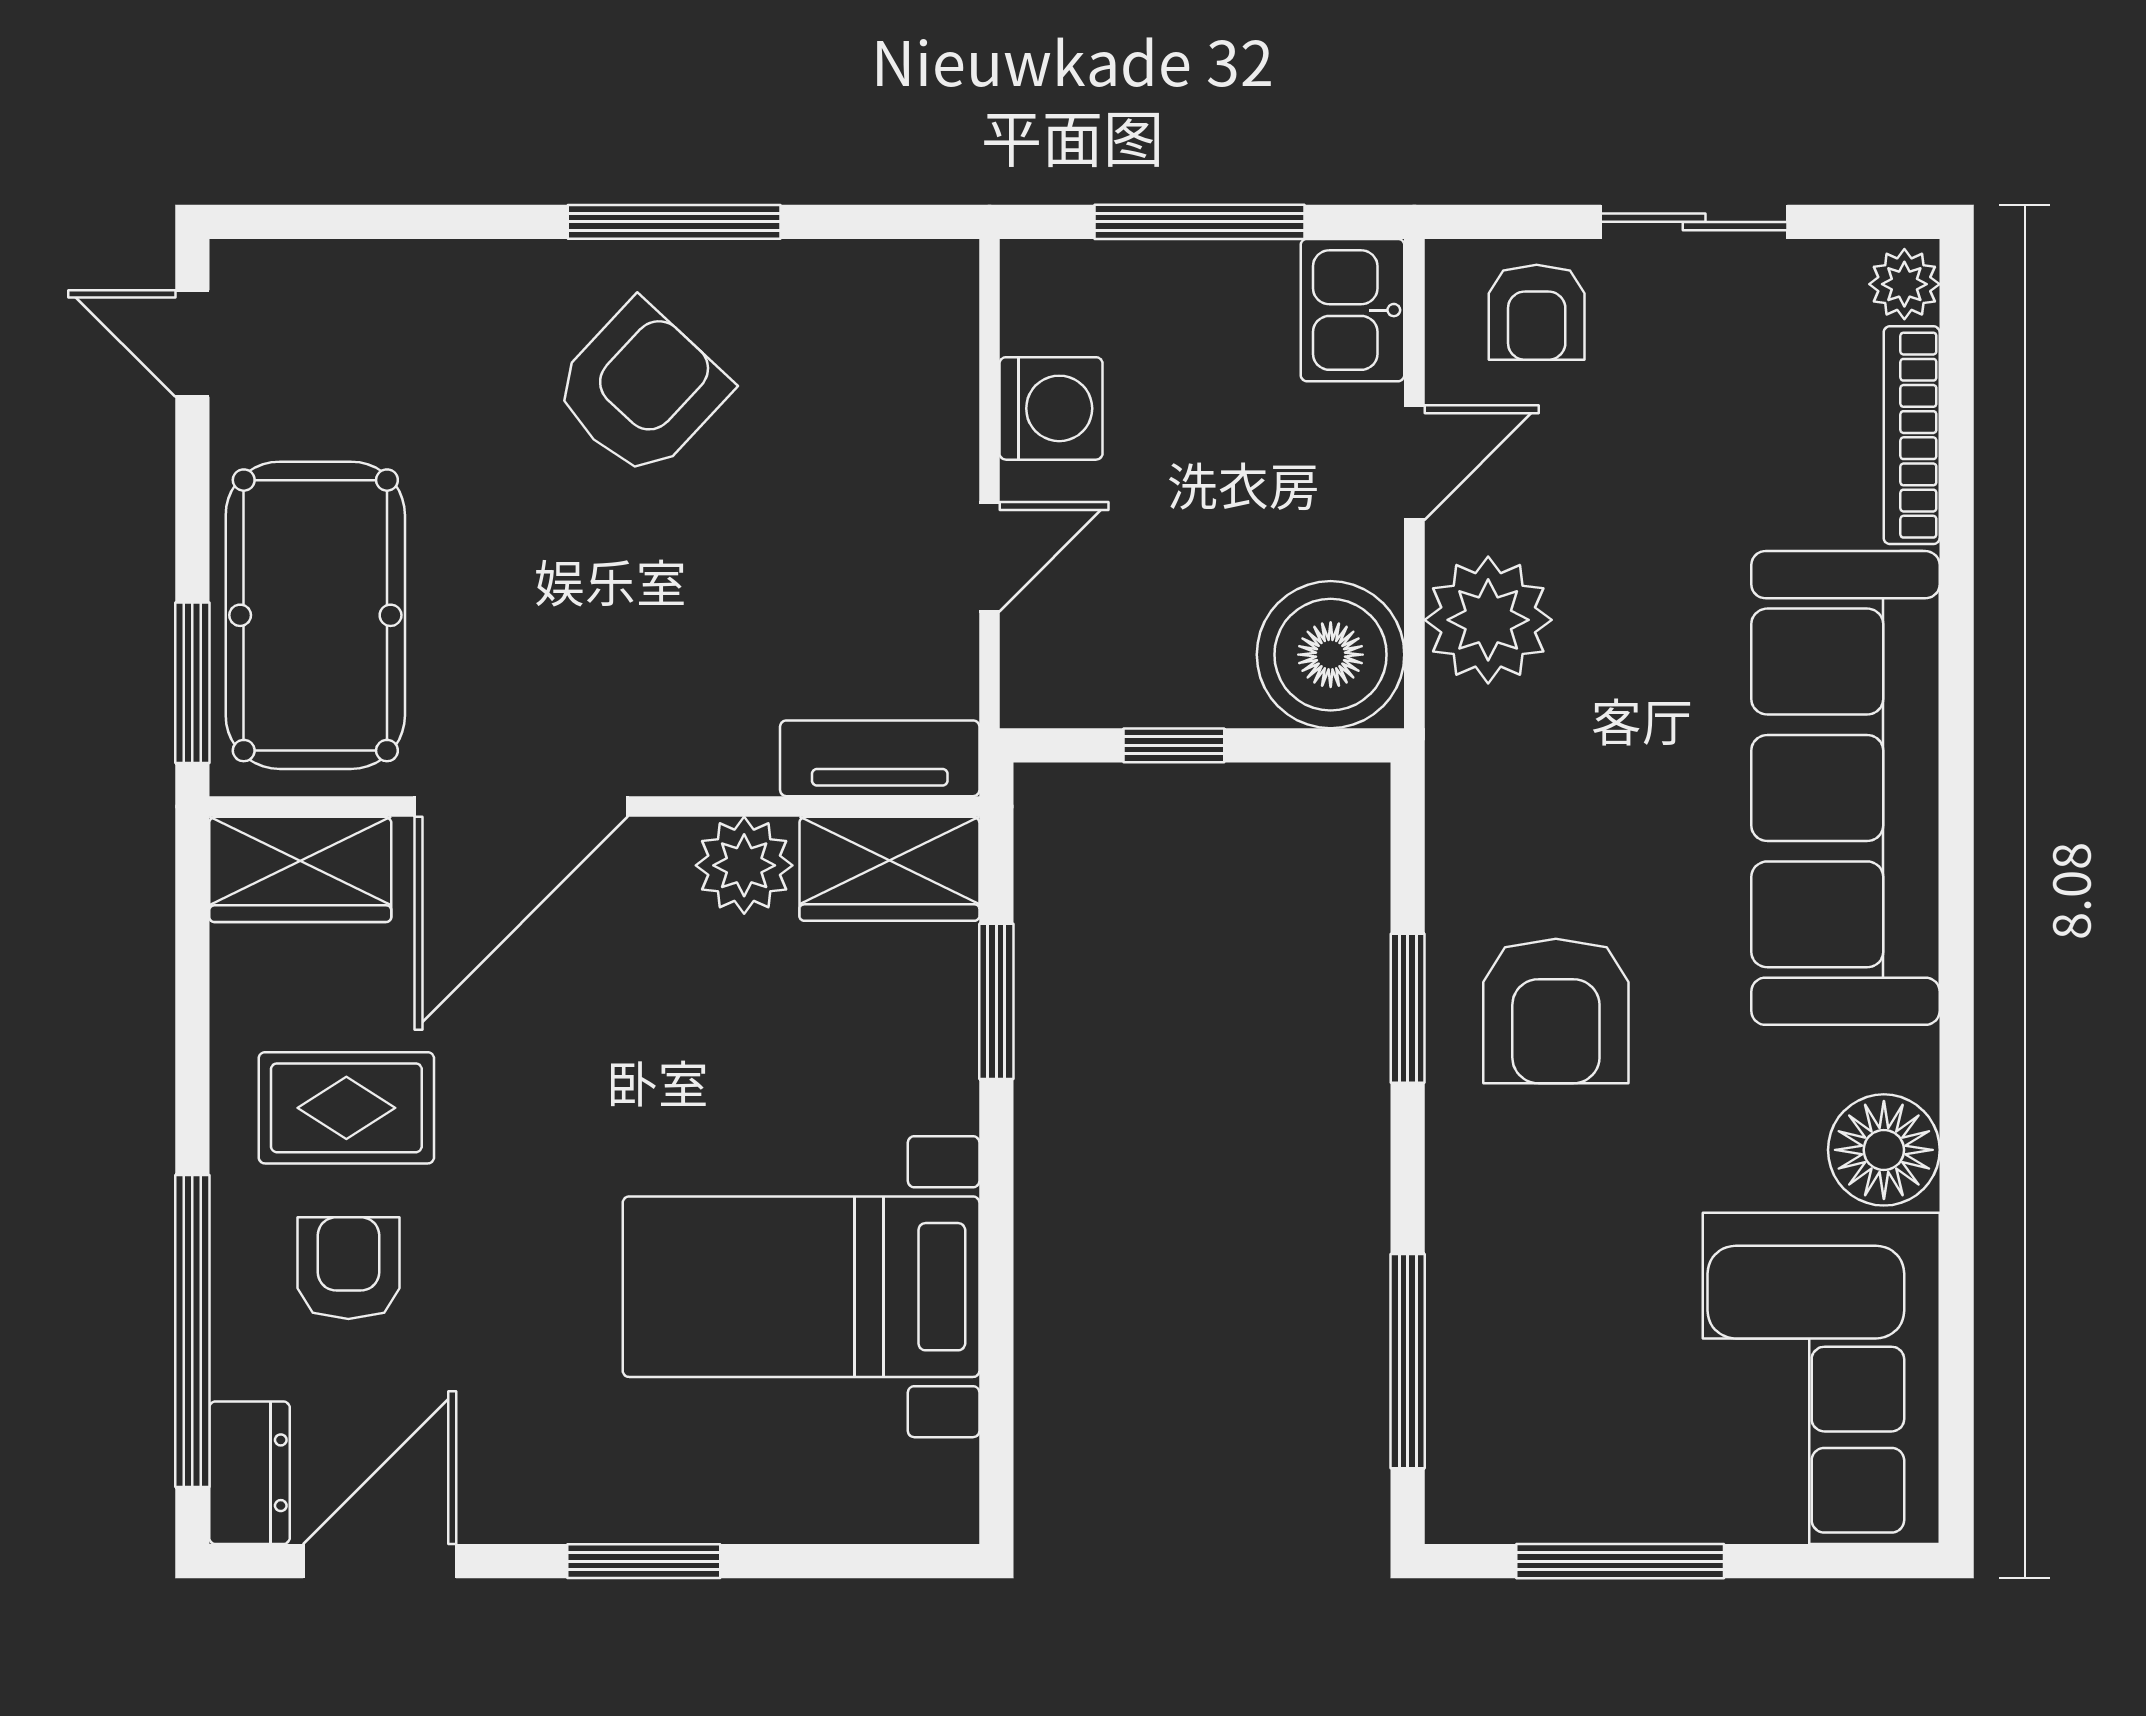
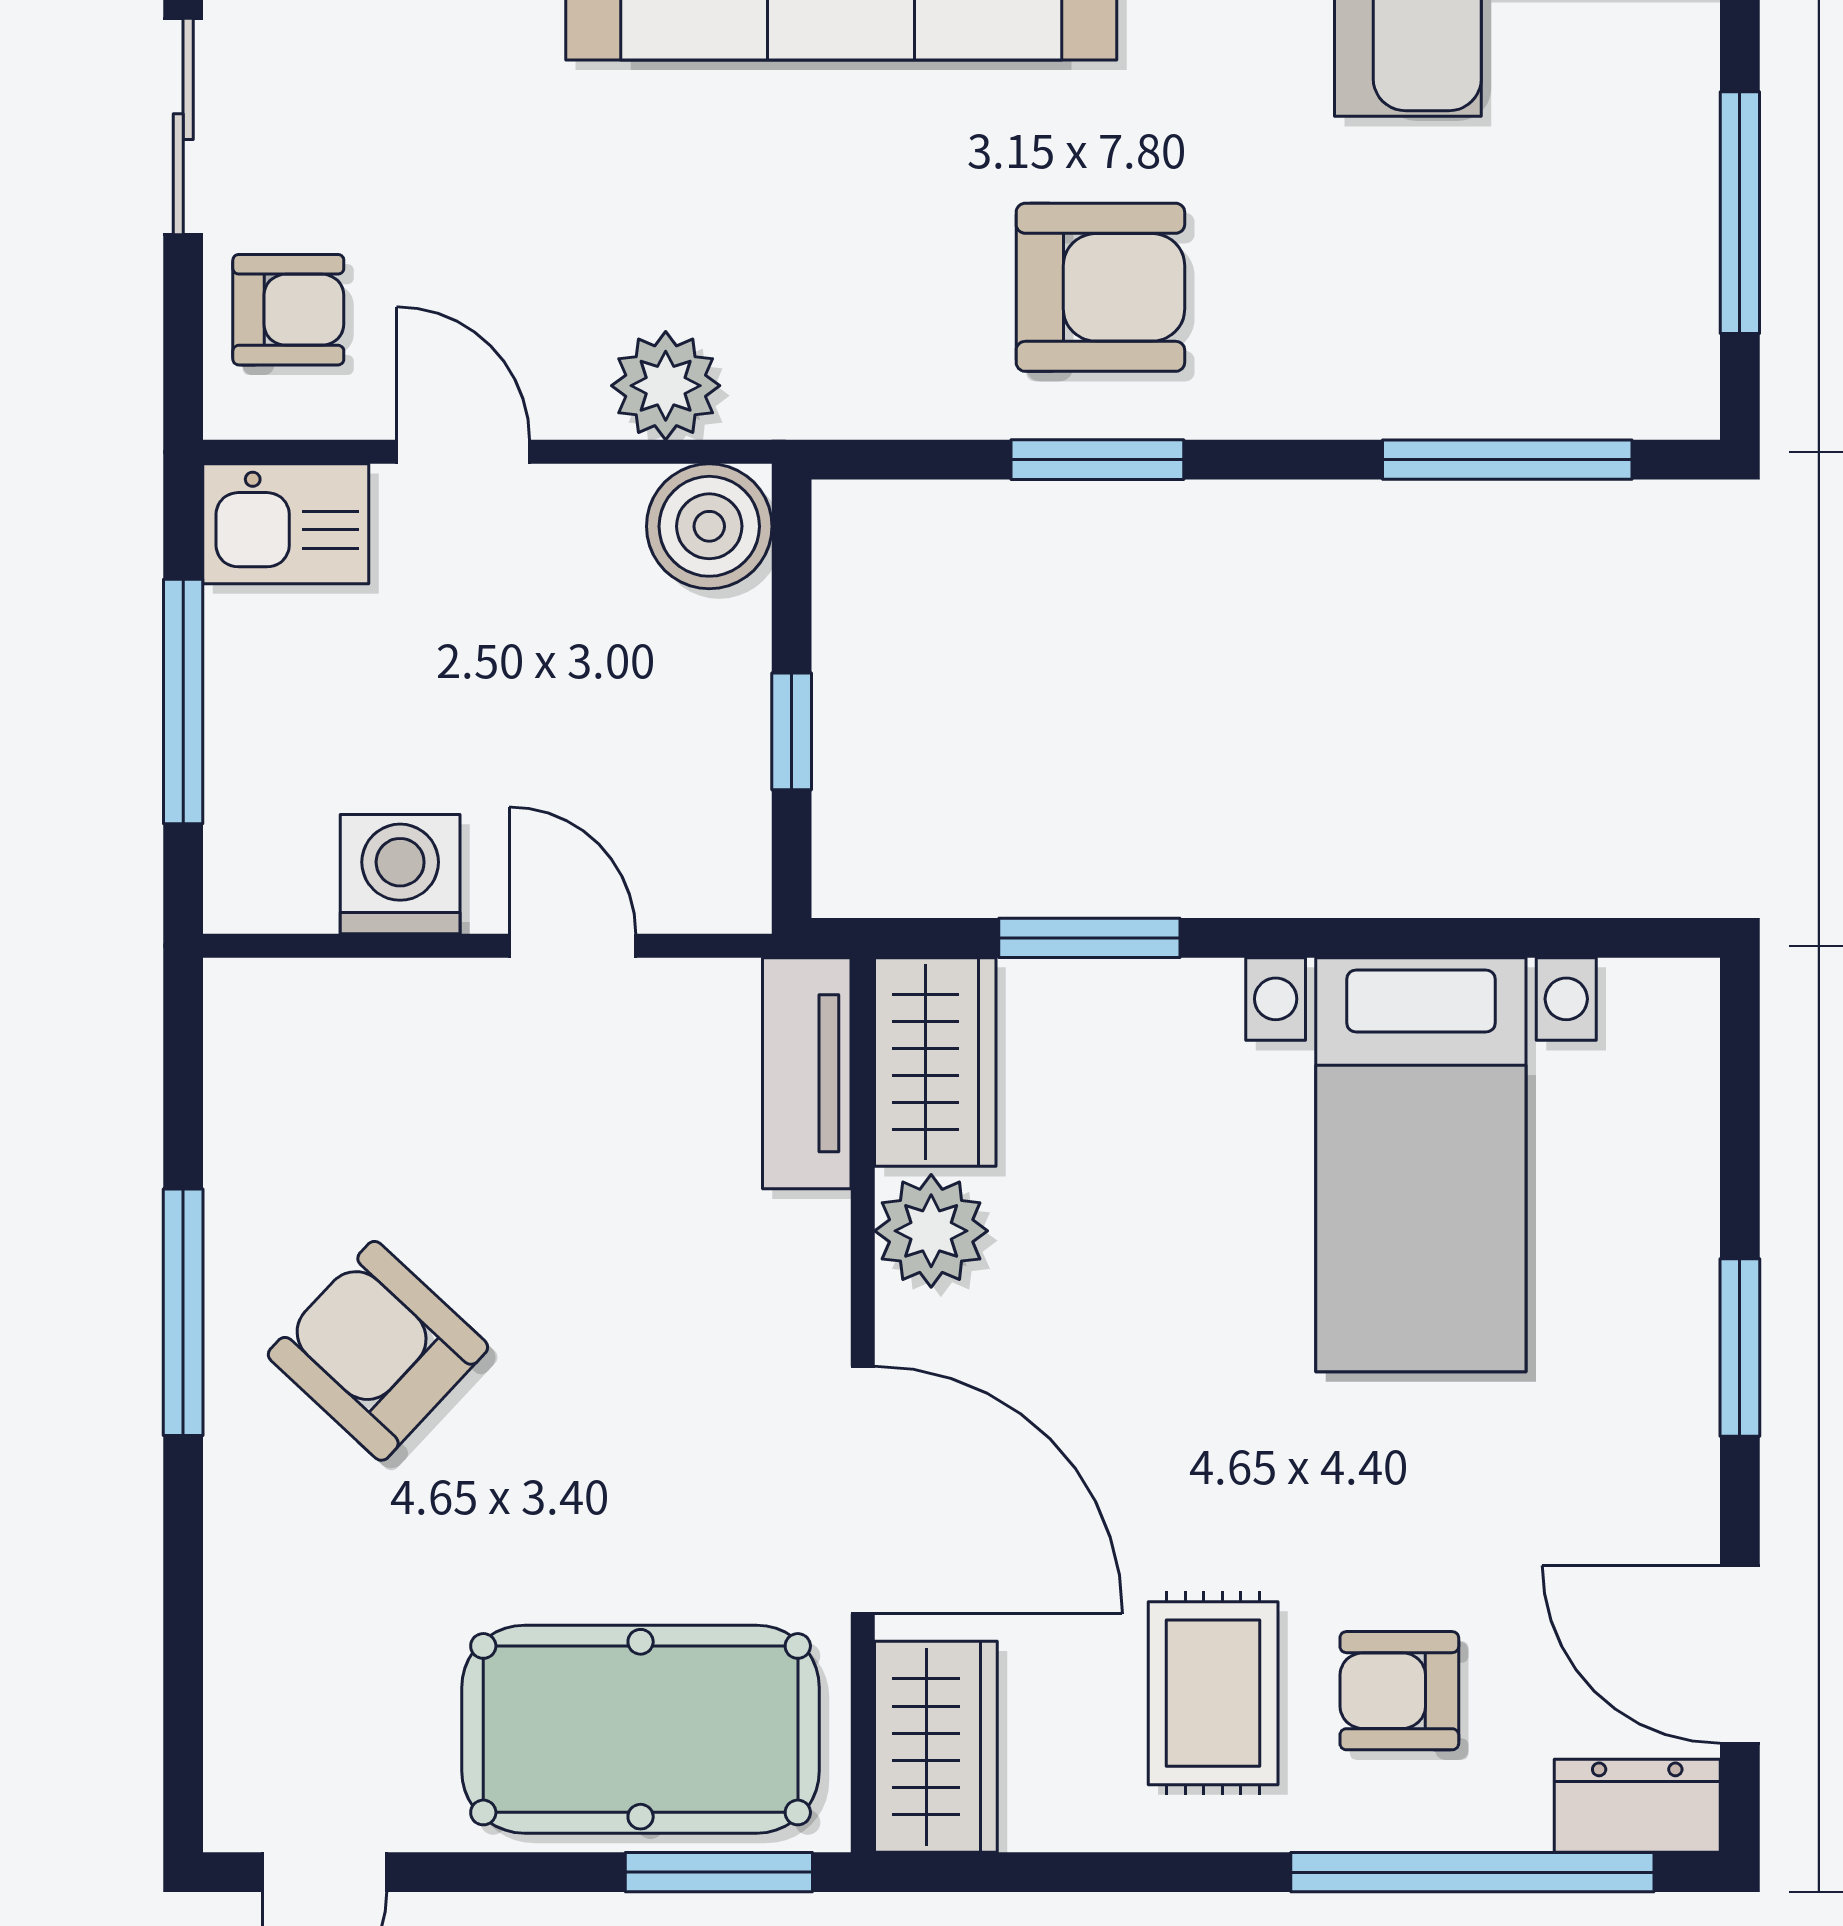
plant: (1488, 620) -> (666, 386), width x0.73, depth x0.73
boiler: (1331, 655) -> (709, 526), width x0.73, depth x0.73

